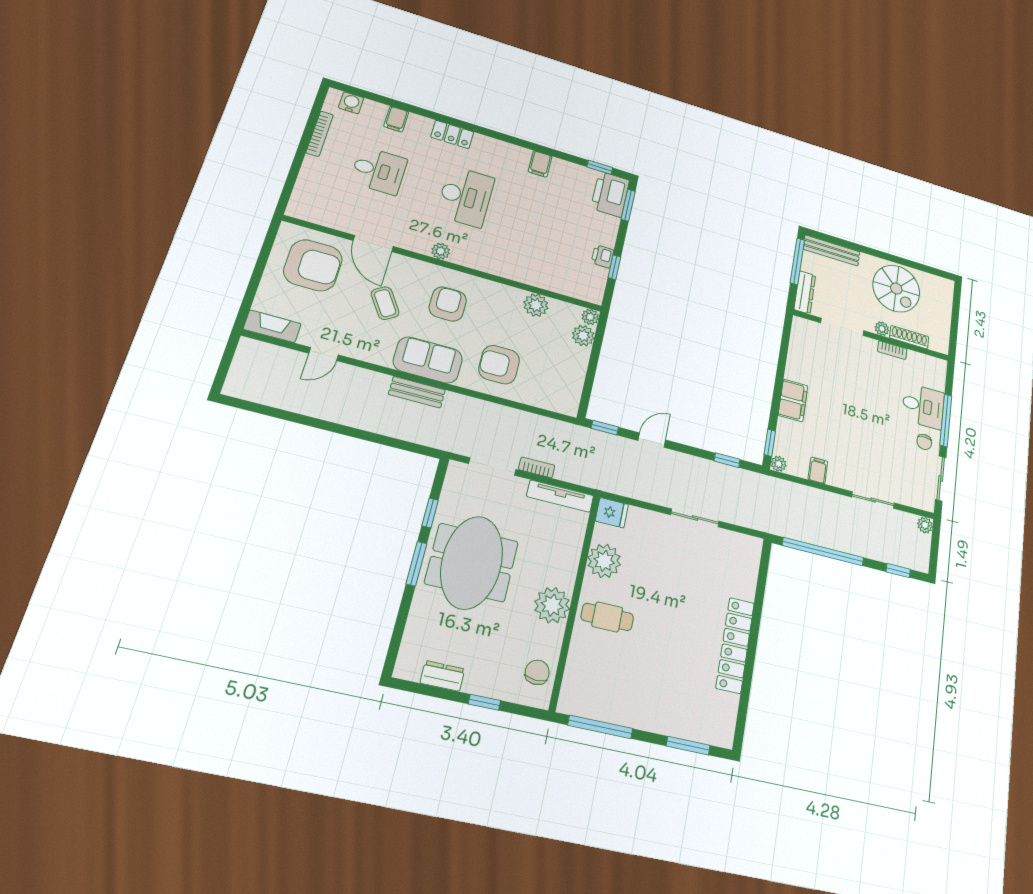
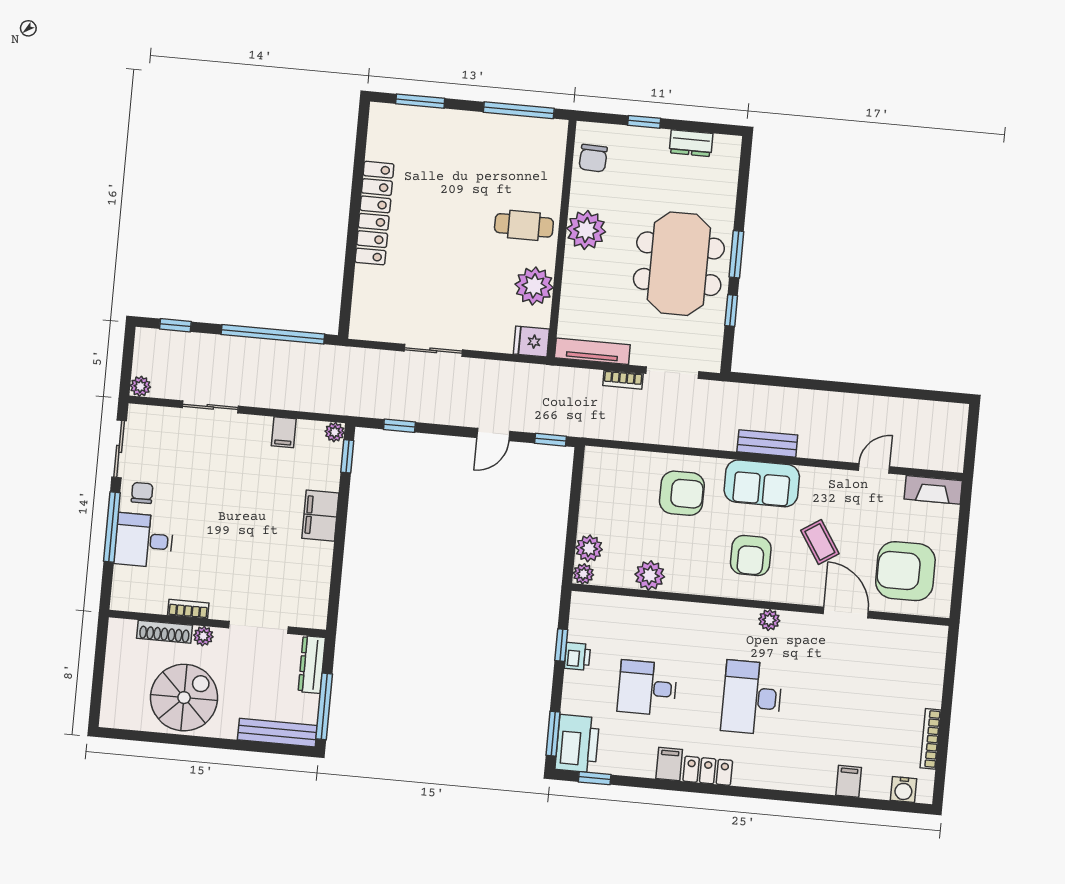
locker: (452, 134) -> (708, 771), moved
desk: (379, 171) -> (647, 688), moved
spiral stairs: (896, 289) -> (184, 698), turned 90

